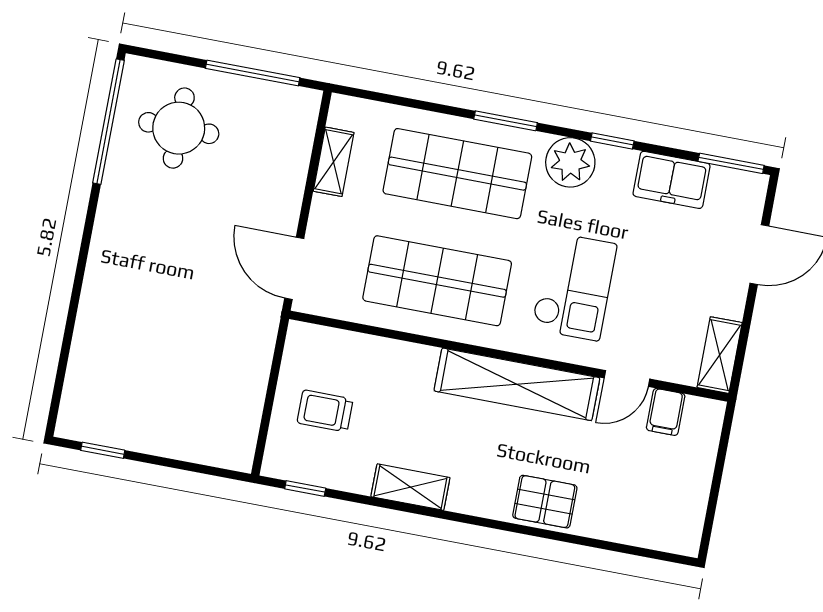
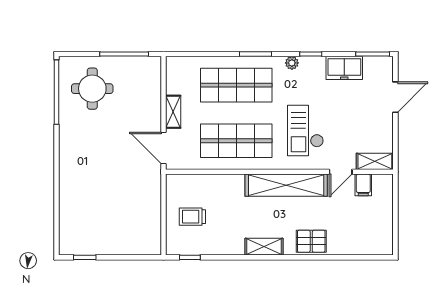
shelving: (334, 162) -> (173, 112), moved
plant: (570, 162) -> (292, 63), width x0.53, depth x0.53
checkout: (574, 286) -> (306, 131), turned 180
shelving: (720, 355) -> (375, 161), moved, turned 90
shelving: (410, 487) -> (264, 247), moved

